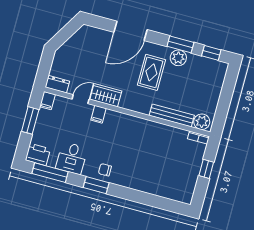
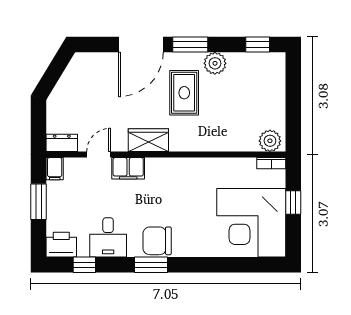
window: (180, 44) -> (190, 45), moved
wardrobe: (106, 95) -> (148, 140), moved
filing cabinet: (98, 114) -> (128, 168), width x2.00
bench: (172, 115) -> (227, 143), removed
chair: (105, 170) -> (157, 241), width x1.87, depth x1.87
window: (50, 173) -> (84, 265), width x0.46
corner desk: (173, 175) -> (251, 223), added

